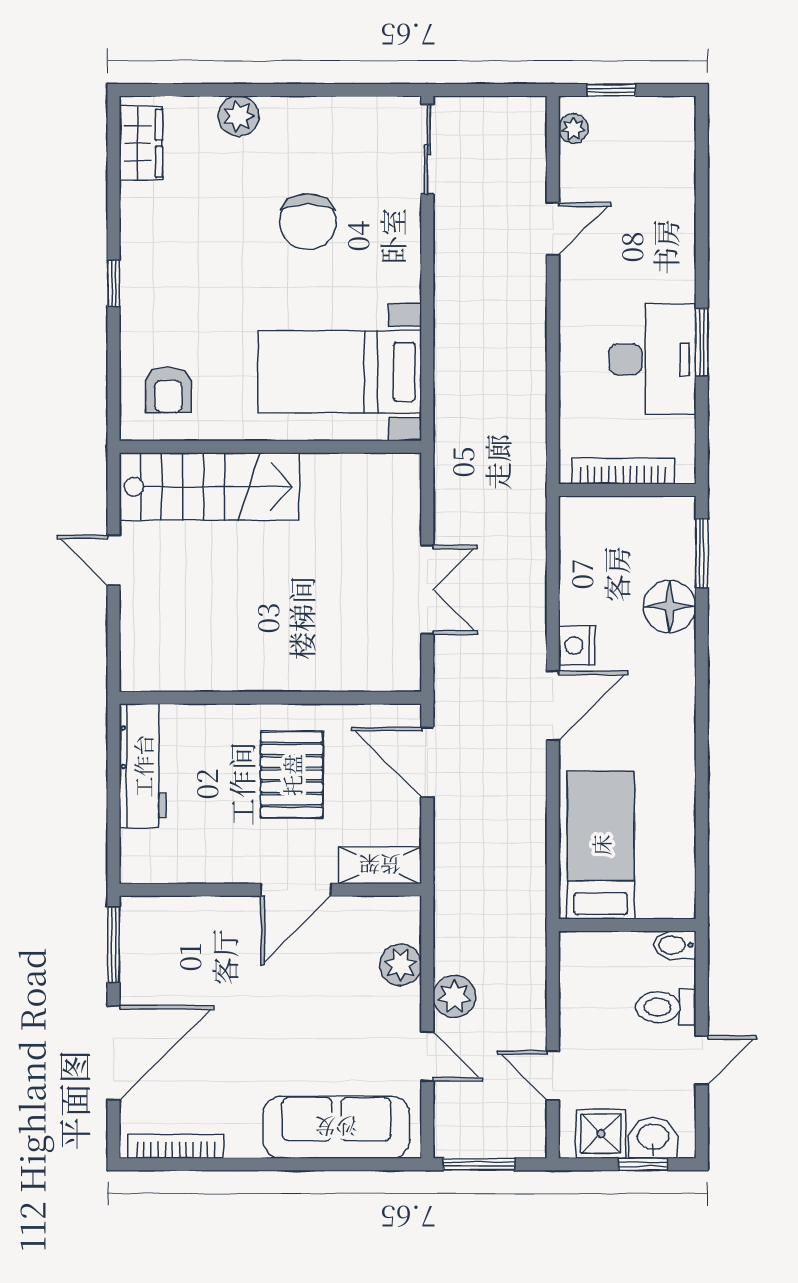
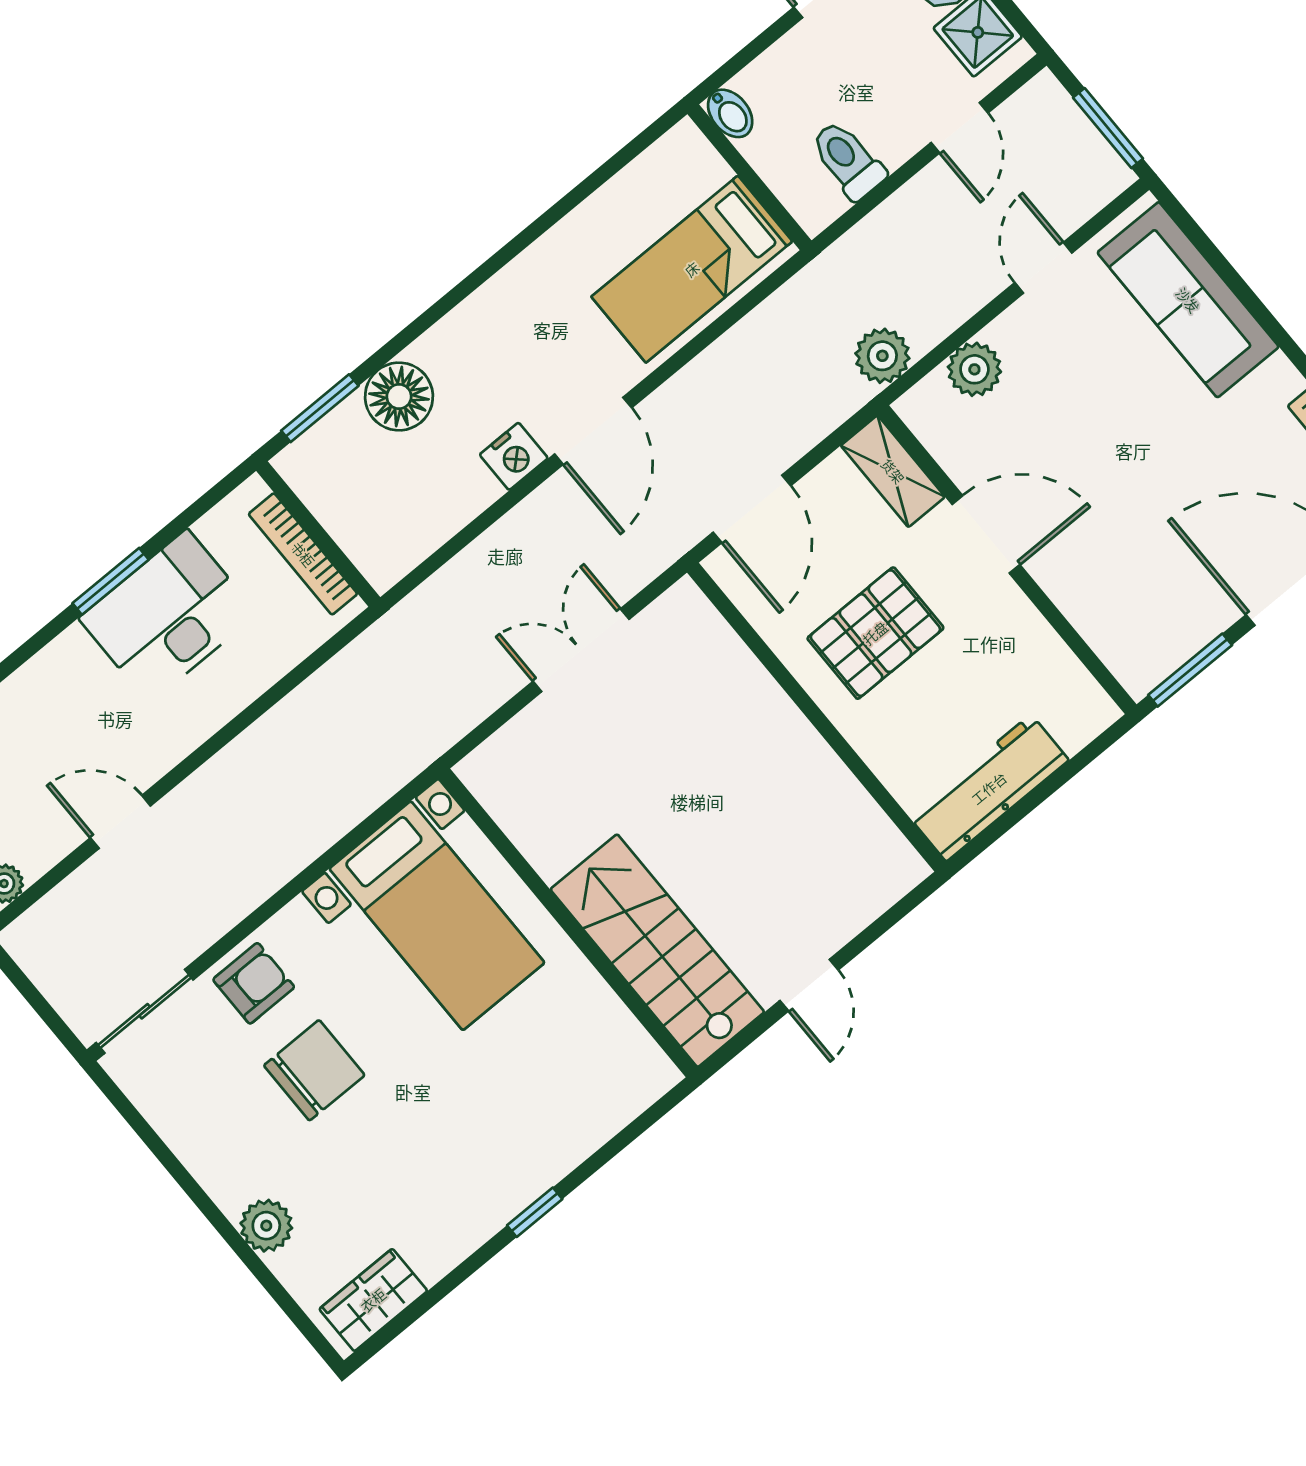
armchair: (168, 390) -> (254, 983), moved
door: (553, 706) -> (593, 431), swing flipped
plant: (454, 996) -> (882, 356), moved
toilet: (666, 1007) -> (848, 160), moved, turned 180

